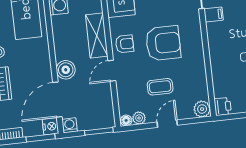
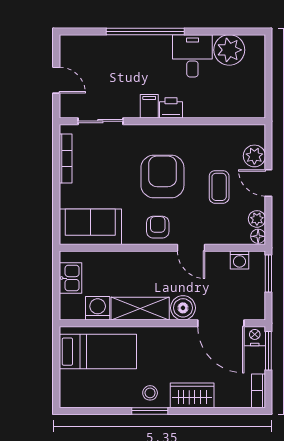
filing cabinet: (214, 15) -> (149, 106), moved
shelving: (97, 35) -> (140, 309), moved
printer: (223, 106) -> (171, 108), moved
plant: (202, 109) -> (254, 156), moved
washing machine: (70, 125) -> (239, 260), moved, turned -90

